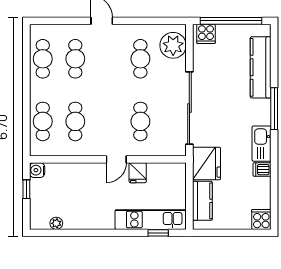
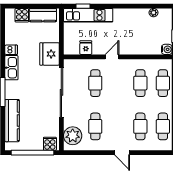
fridge: (138, 173) -> (86, 48), moved
kitchen counter: (202, 201) -> (43, 15), moved, turned -90
cooker: (261, 219) -> (22, 15), moved

